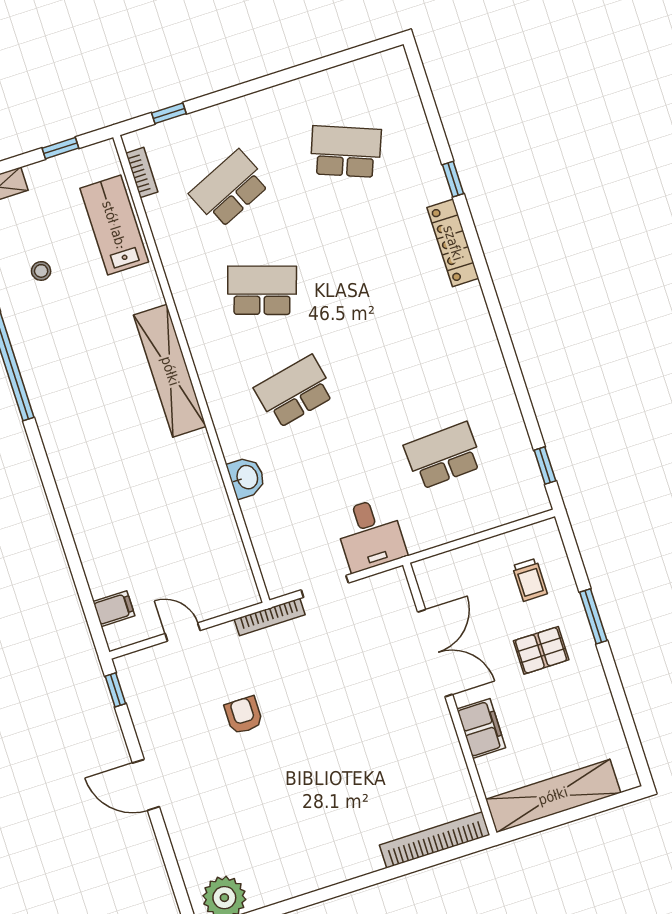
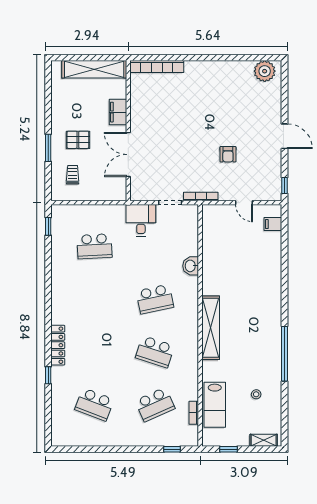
bookcase: (142, 173) -> (194, 413), moved

